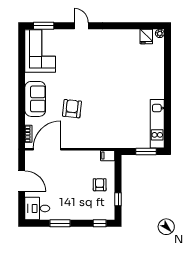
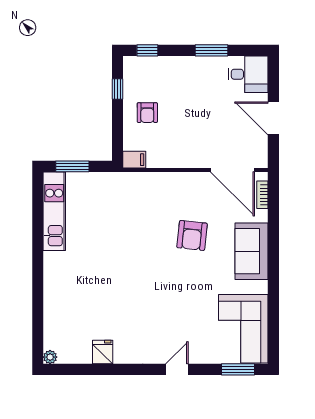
door: (81, 26) -> (177, 369), swing flipped
fridge: (146, 37) -> (103, 352), moved
door: (47, 149) -> (232, 170), hinge flipped

